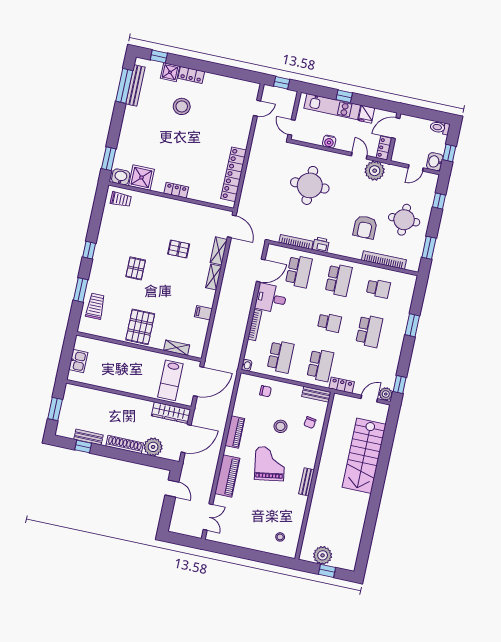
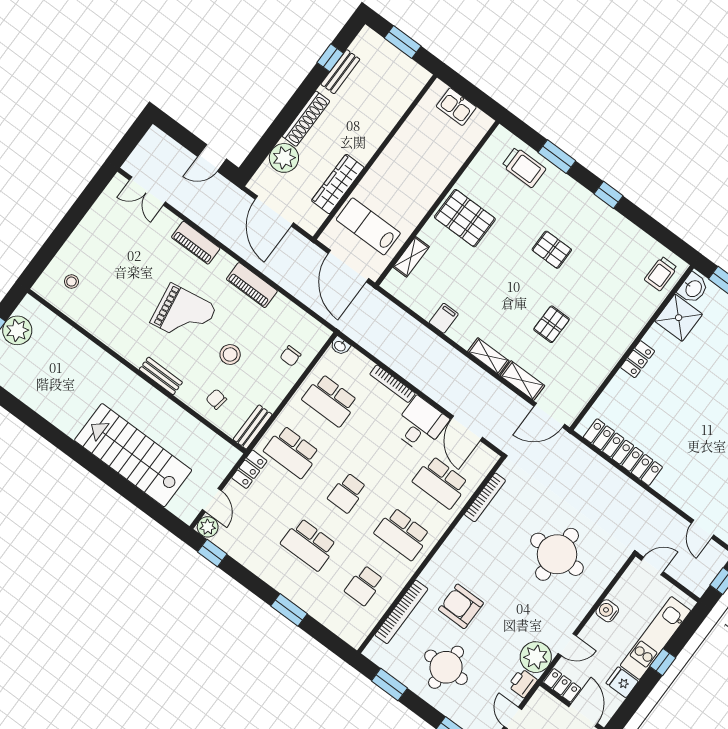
printer: (321, 245) -> (523, 683), moved, turned 180
wardrobe: (171, 413) -> (338, 184), moved
piano: (227, 476) -> (196, 243), width x0.73, depth x0.75
bench: (307, 482) -> (161, 376), moved

